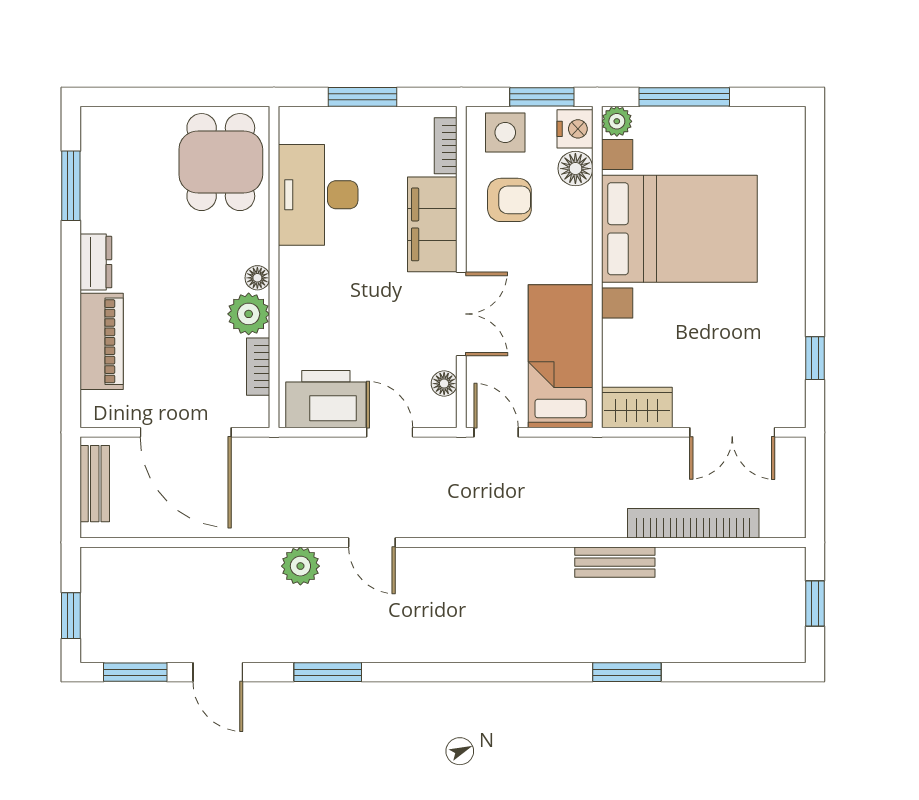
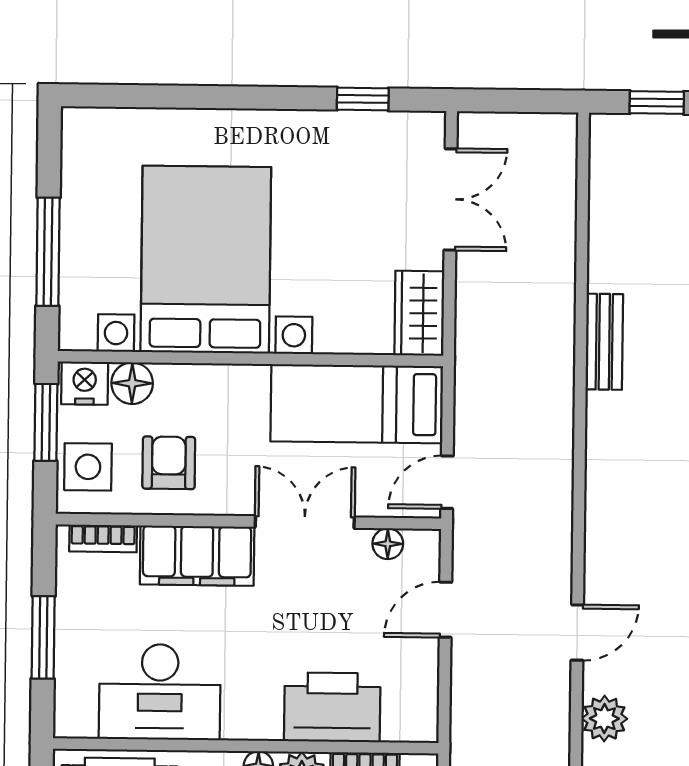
plant: (617, 121) -> (76, 333), removed
printer: (326, 399) -> (332, 707), moved, turned 90
bookcase: (693, 523) -> (559, 247), removed

